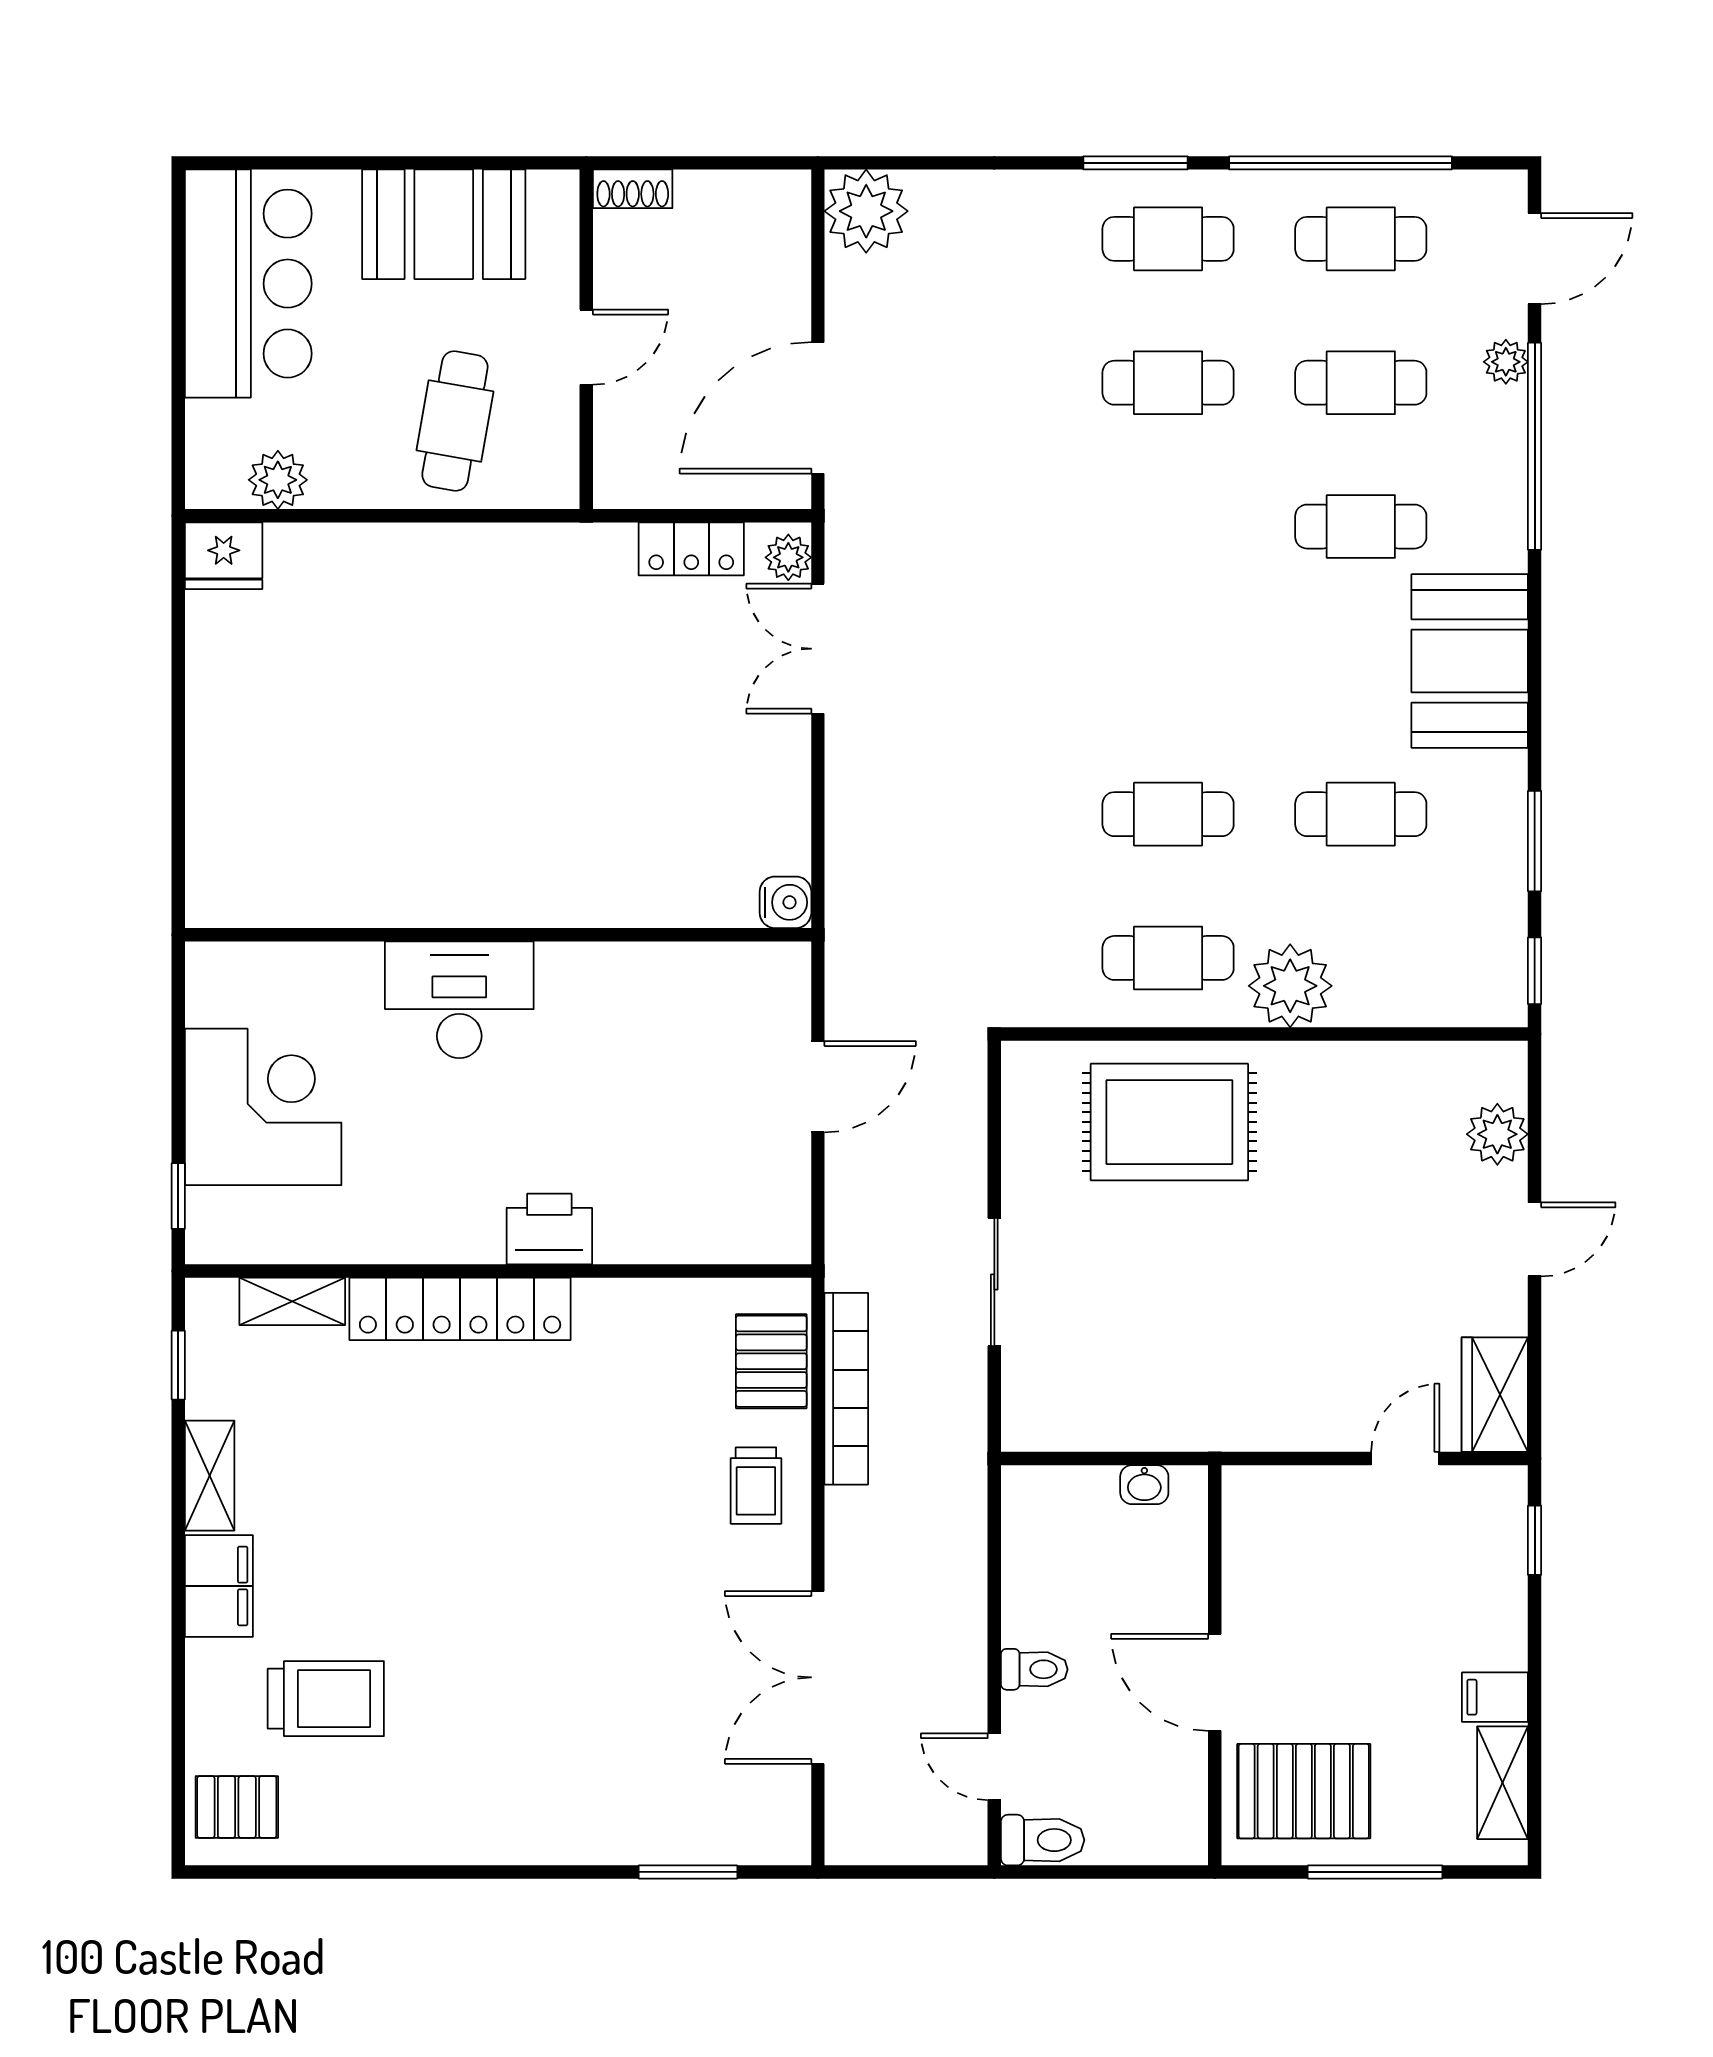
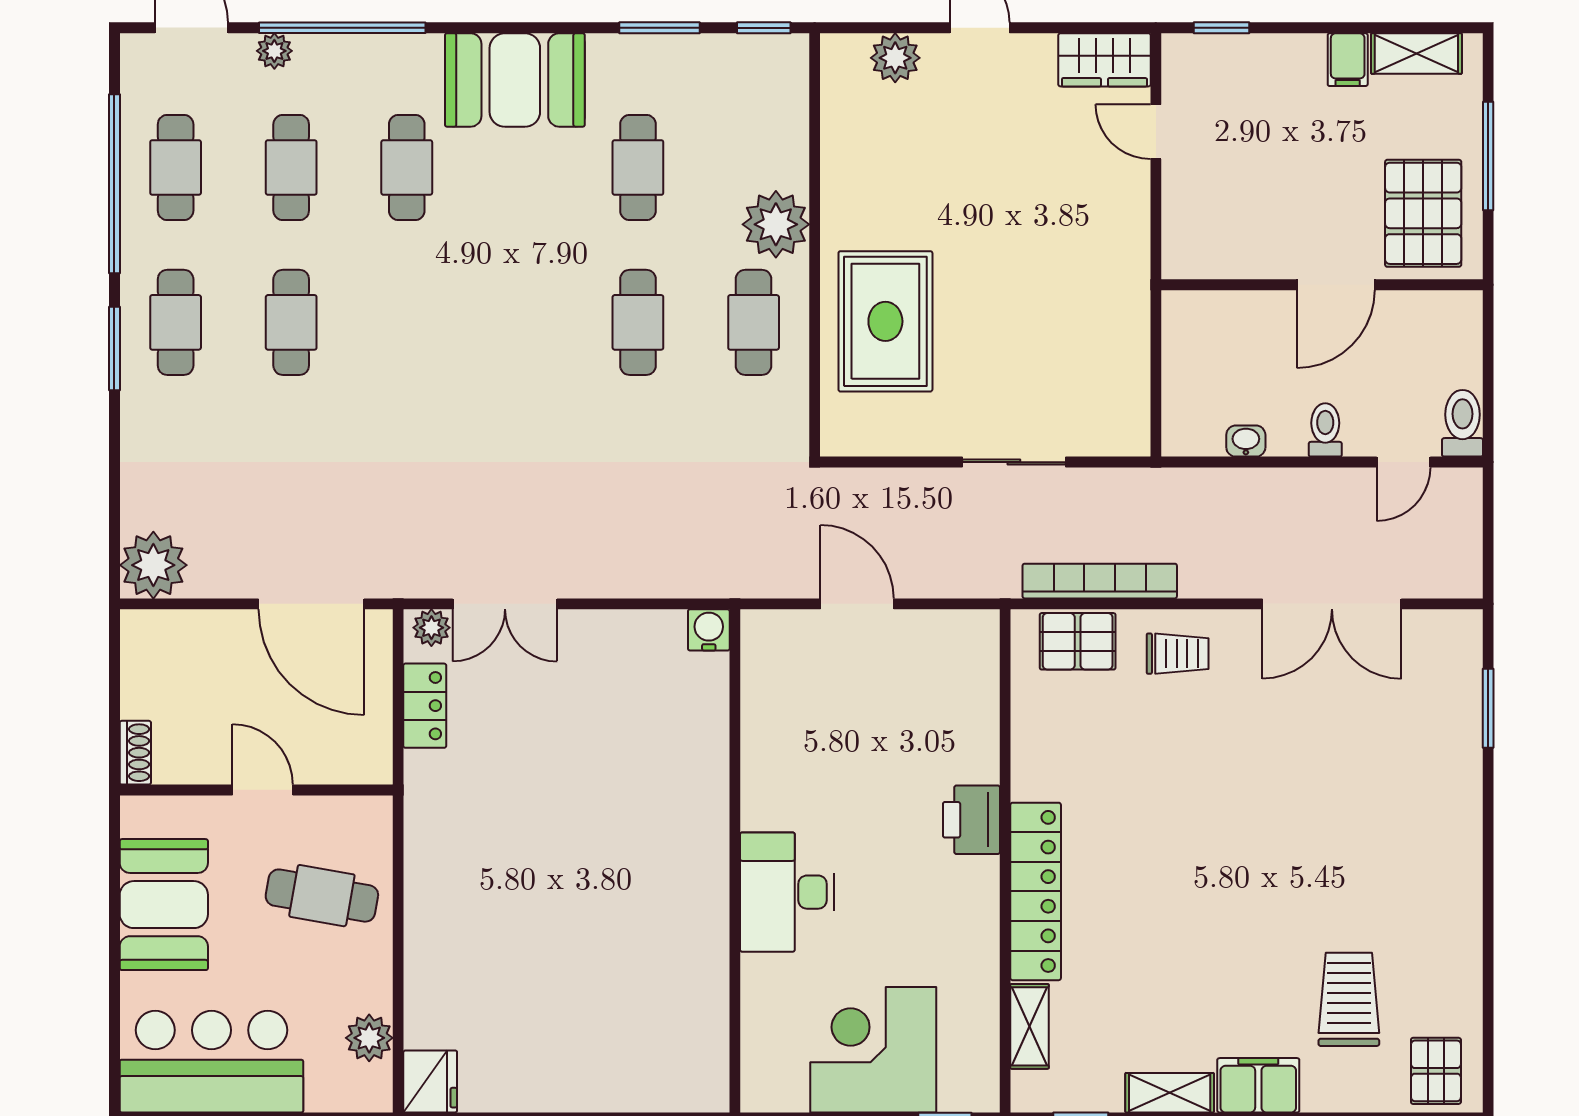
washbasin: (1144, 1485) -> (1246, 441), moved, turned -90

